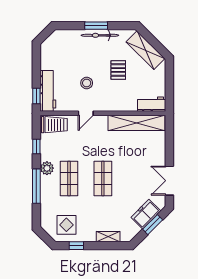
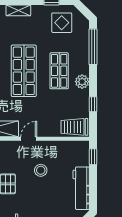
workbench: (48, 91) -> (81, 188), moved
door: (86, 113) -> (29, 139), moved
shop shelf: (103, 179) -> (24, 71), width x1.43, depth x1.36
window: (36, 186) -> (93, 47), moved

